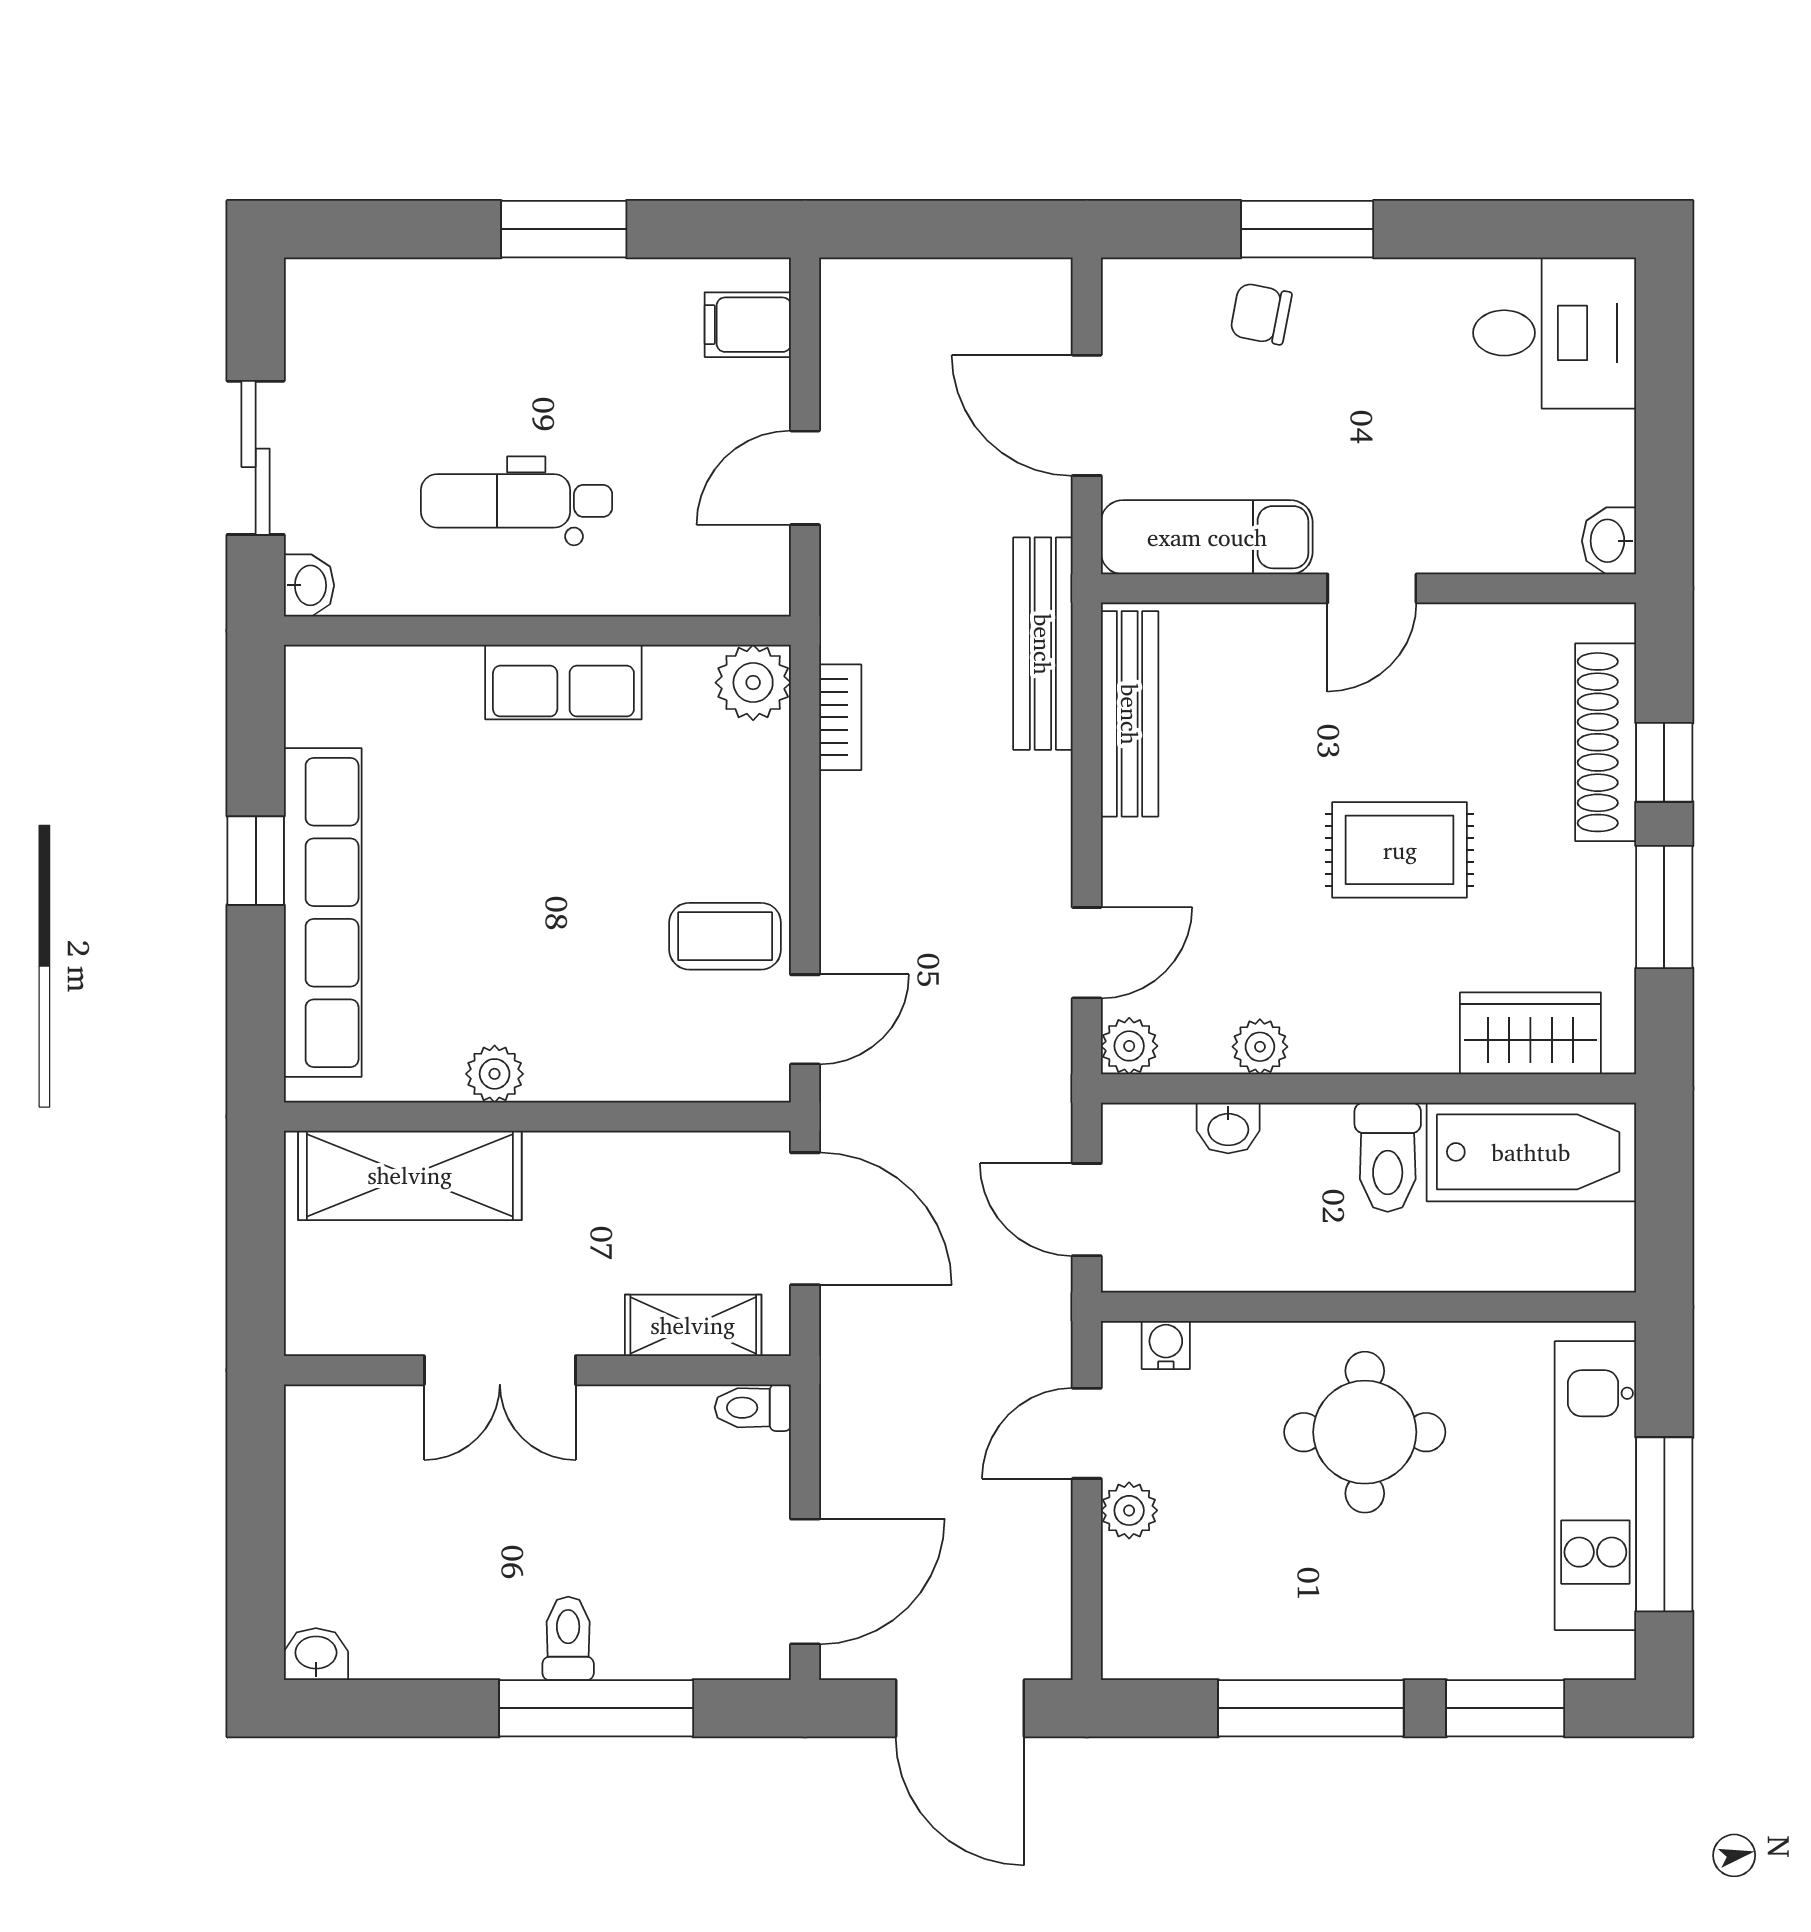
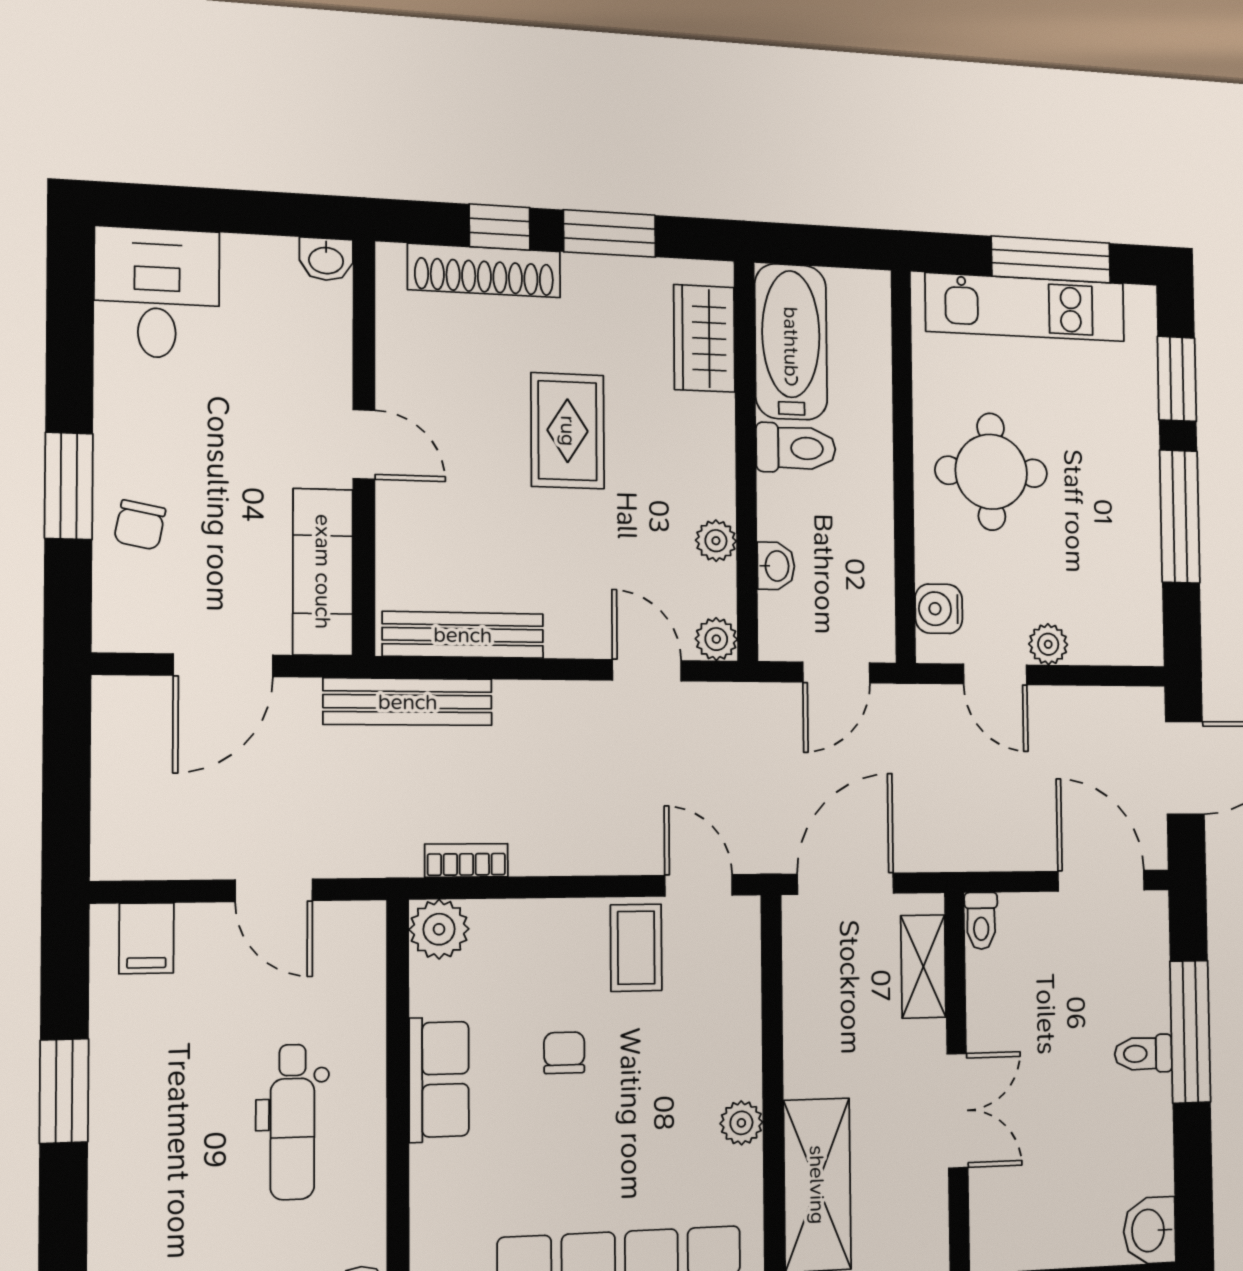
chair: (592, 842) -> (564, 1053), added
water cooler: (1166, 1345) -> (939, 609), width x1.38, depth x1.38
washbasin: (316, 1654) -> (1150, 1230), width x1.38, depth x1.45

